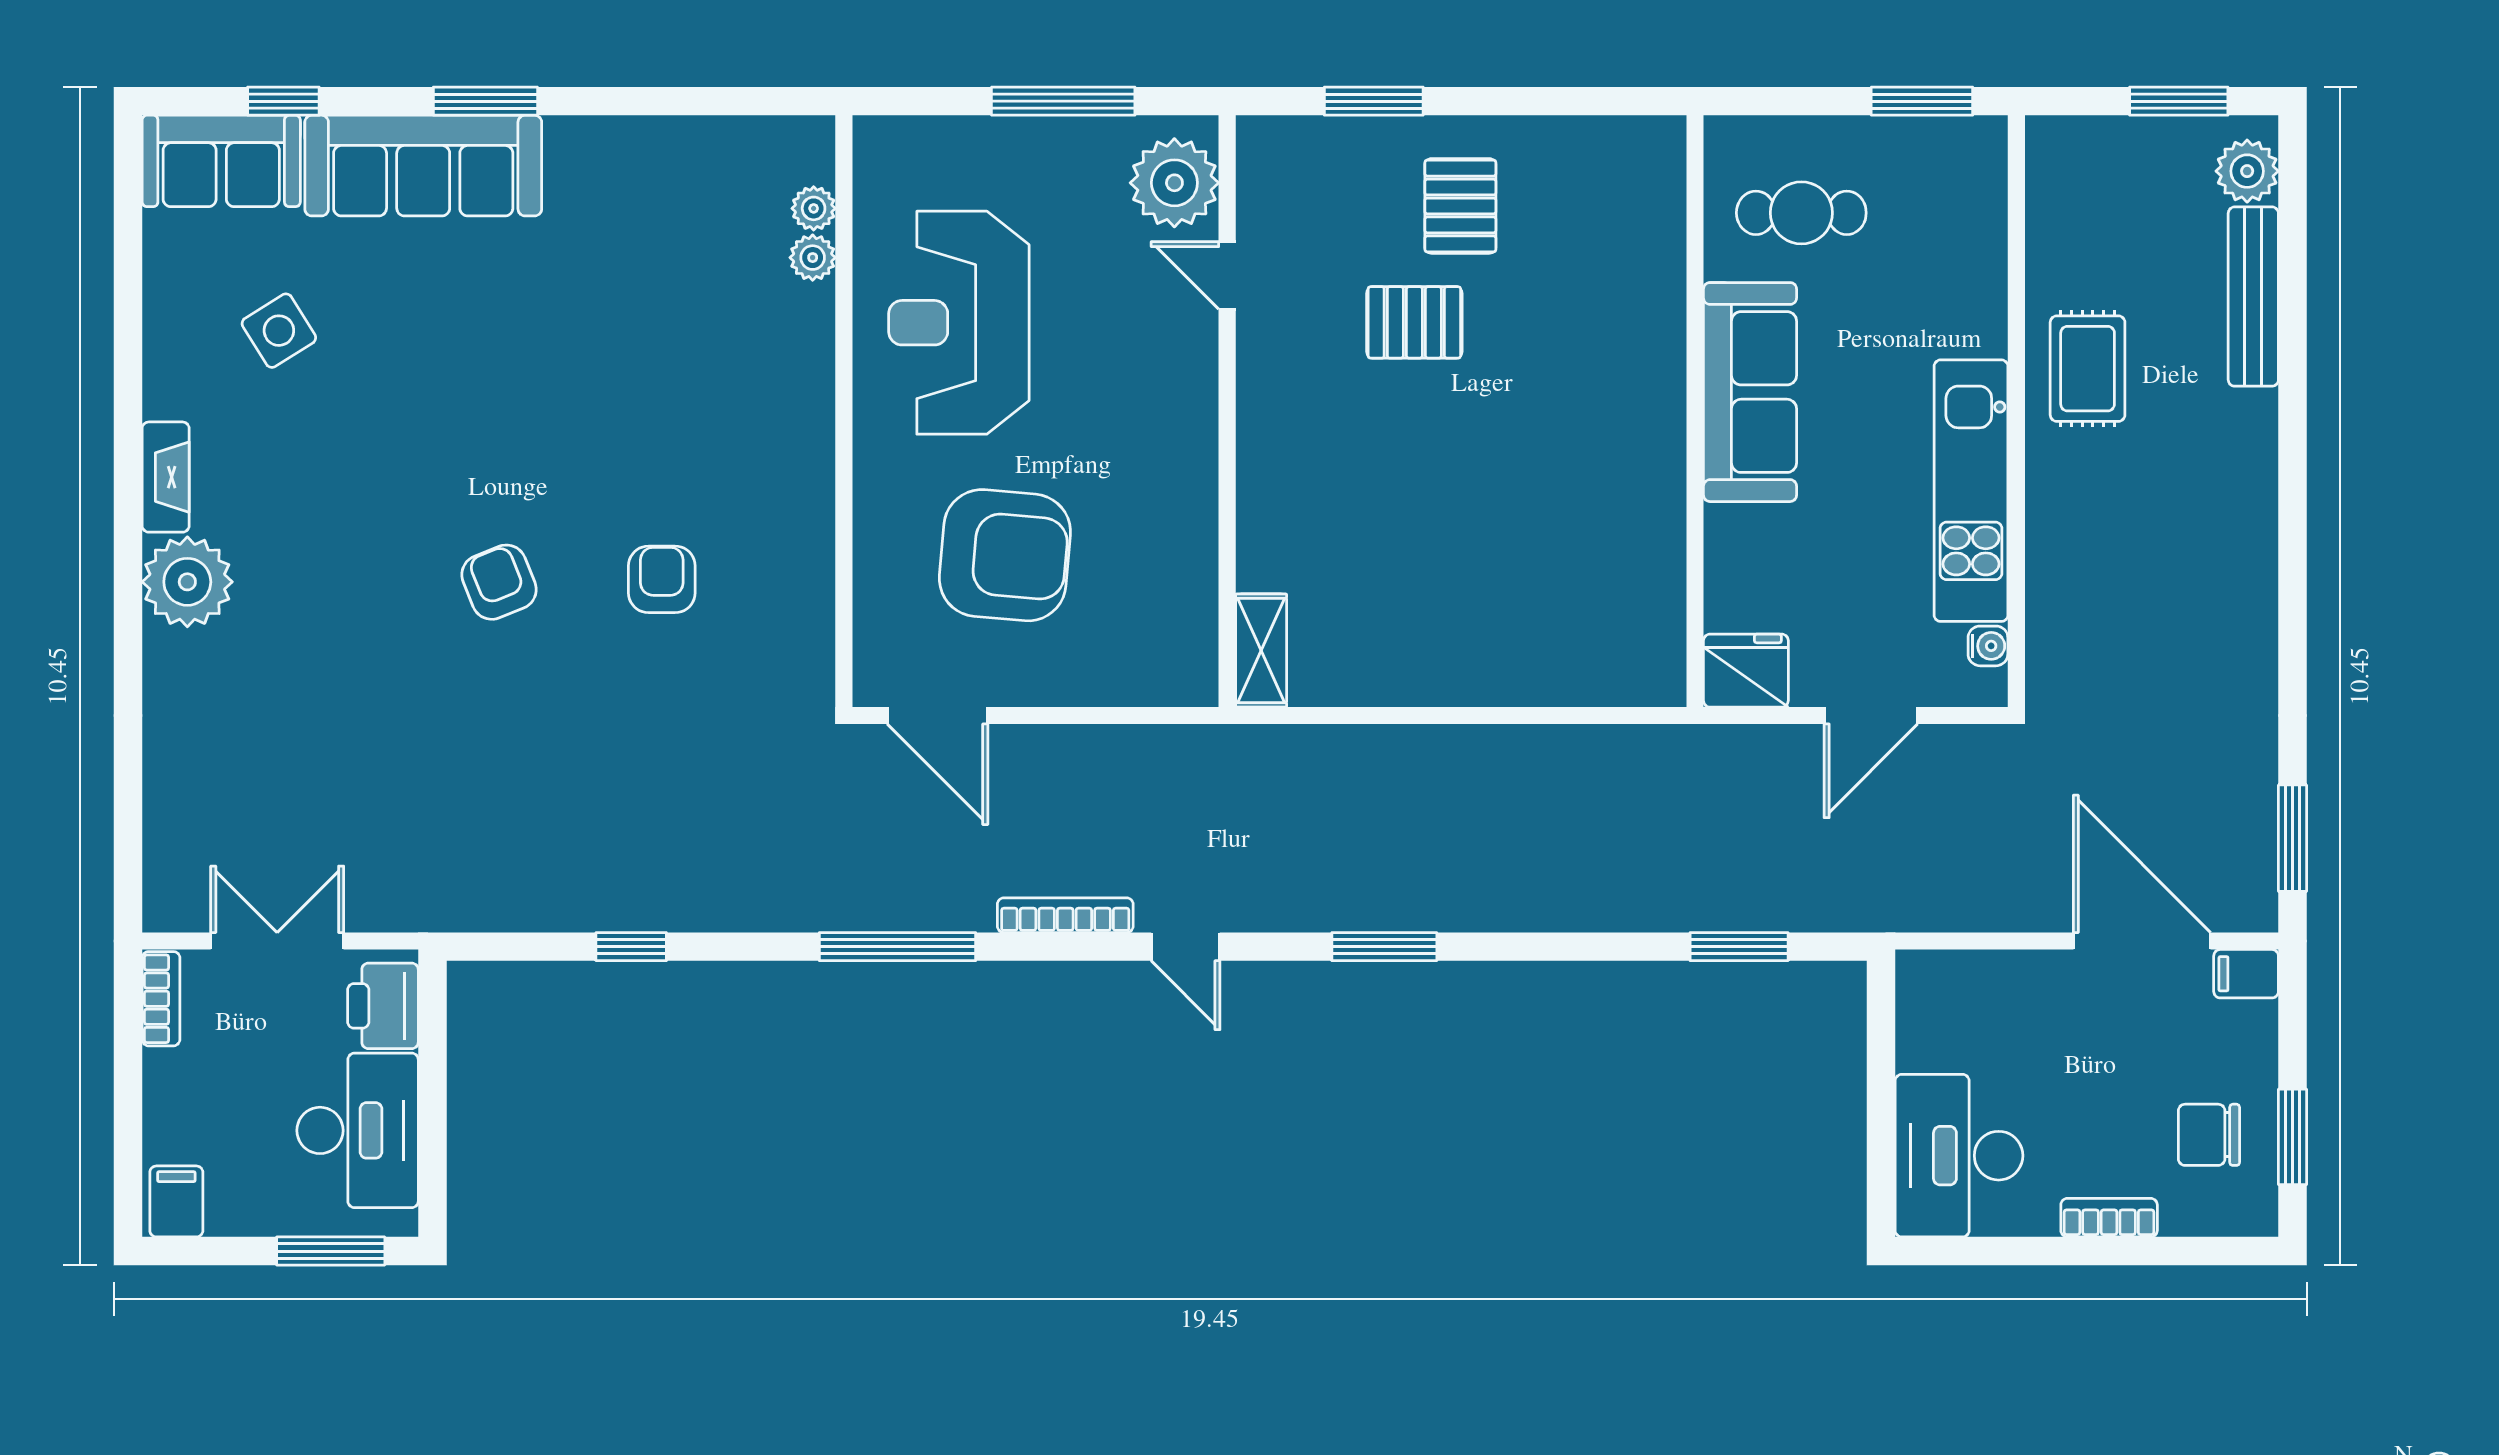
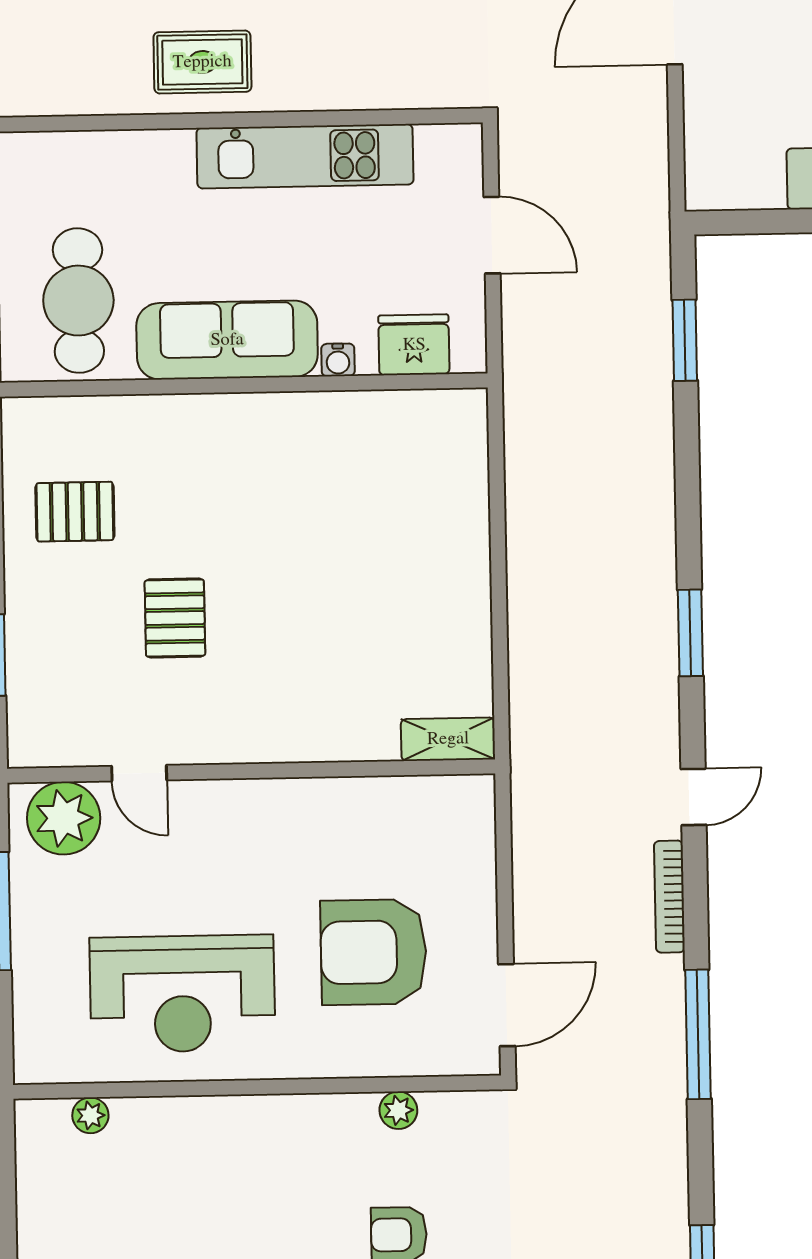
pallet: (1460, 206) -> (75, 512), moved
cafe table: (1801, 213) -> (78, 301), width x1.37, depth x1.35
plant: (813, 258) -> (398, 1110), moved
door: (1227, 275) -> (139, 773), hinge flipped
armchair: (1005, 555) -> (373, 952), turned -95
water cooler: (1988, 646) -> (338, 360), moved, turned 180
fridge: (1746, 671) -> (414, 345), moved, turned 90

